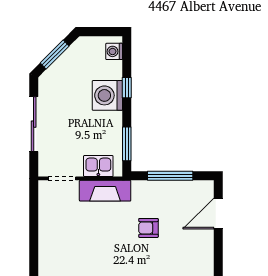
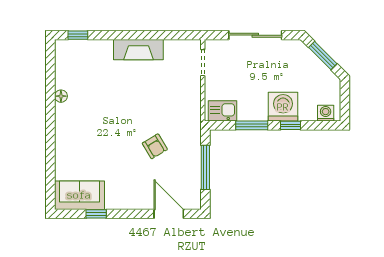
window: (127, 144) -> (252, 125), moved
kitchen sink: (98, 166) -> (223, 111), moved, turned -90
fireplace: (105, 191) -> (138, 50), moved, turned -90
armchair: (148, 228) -> (155, 146), turned 149

